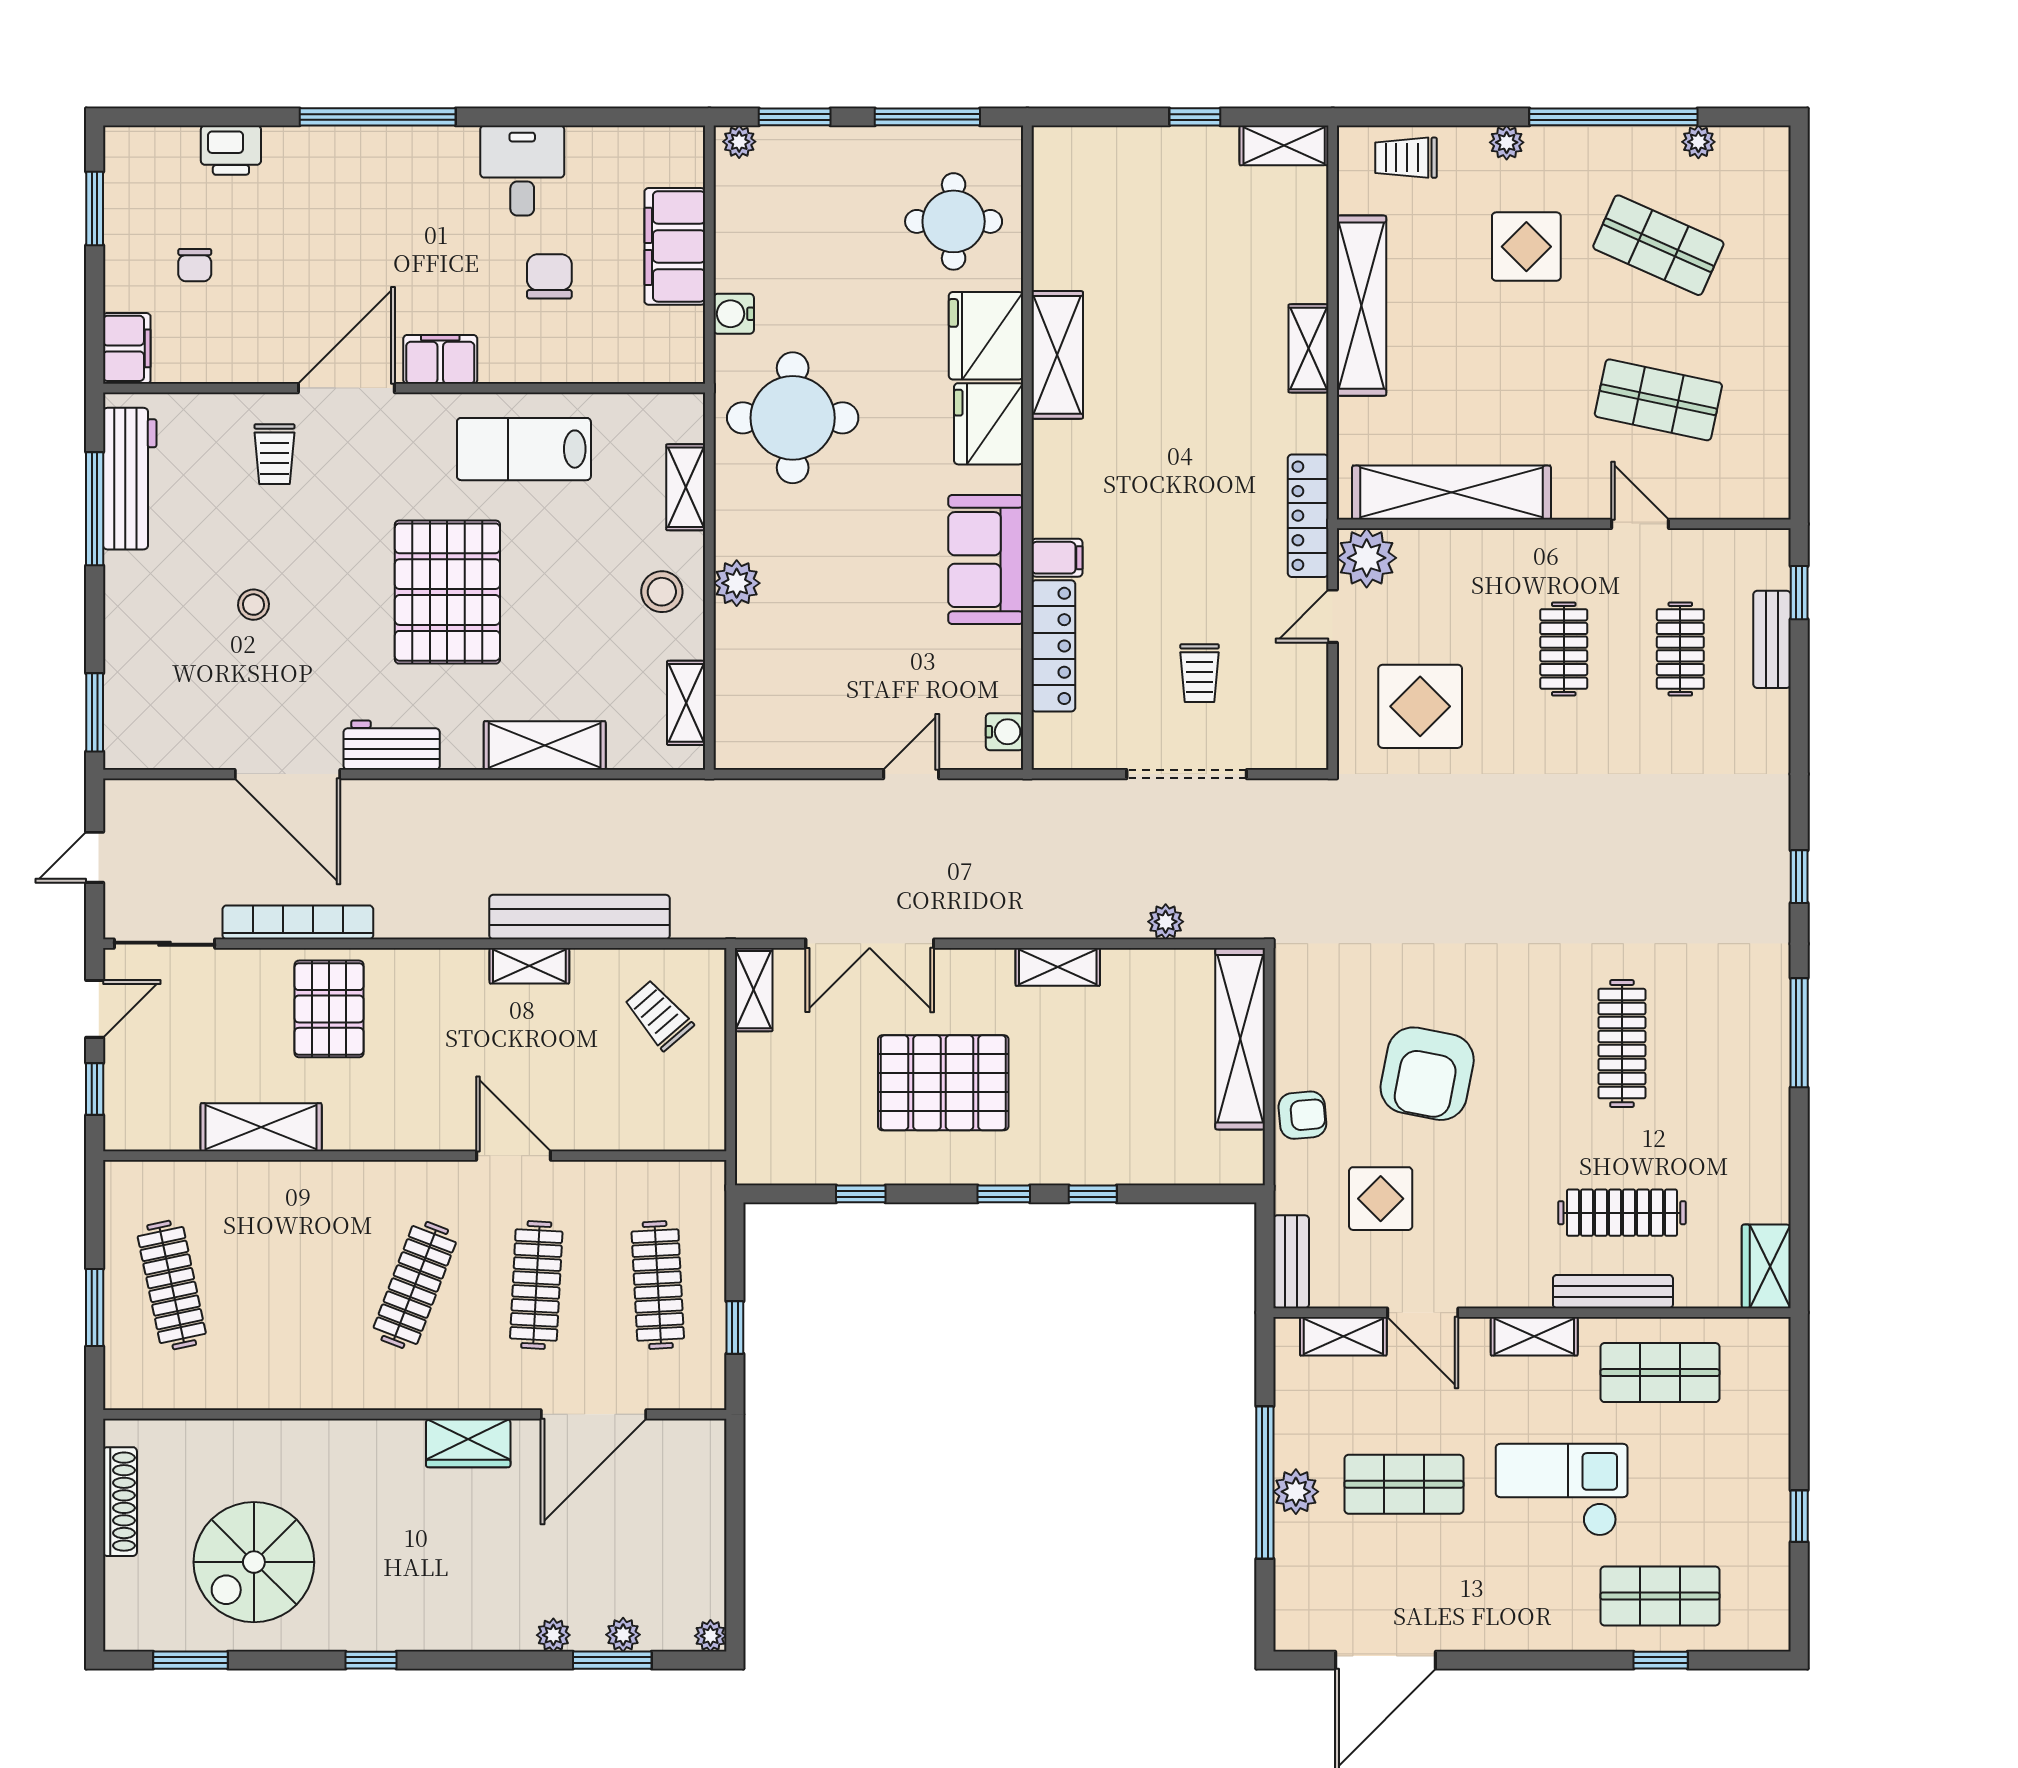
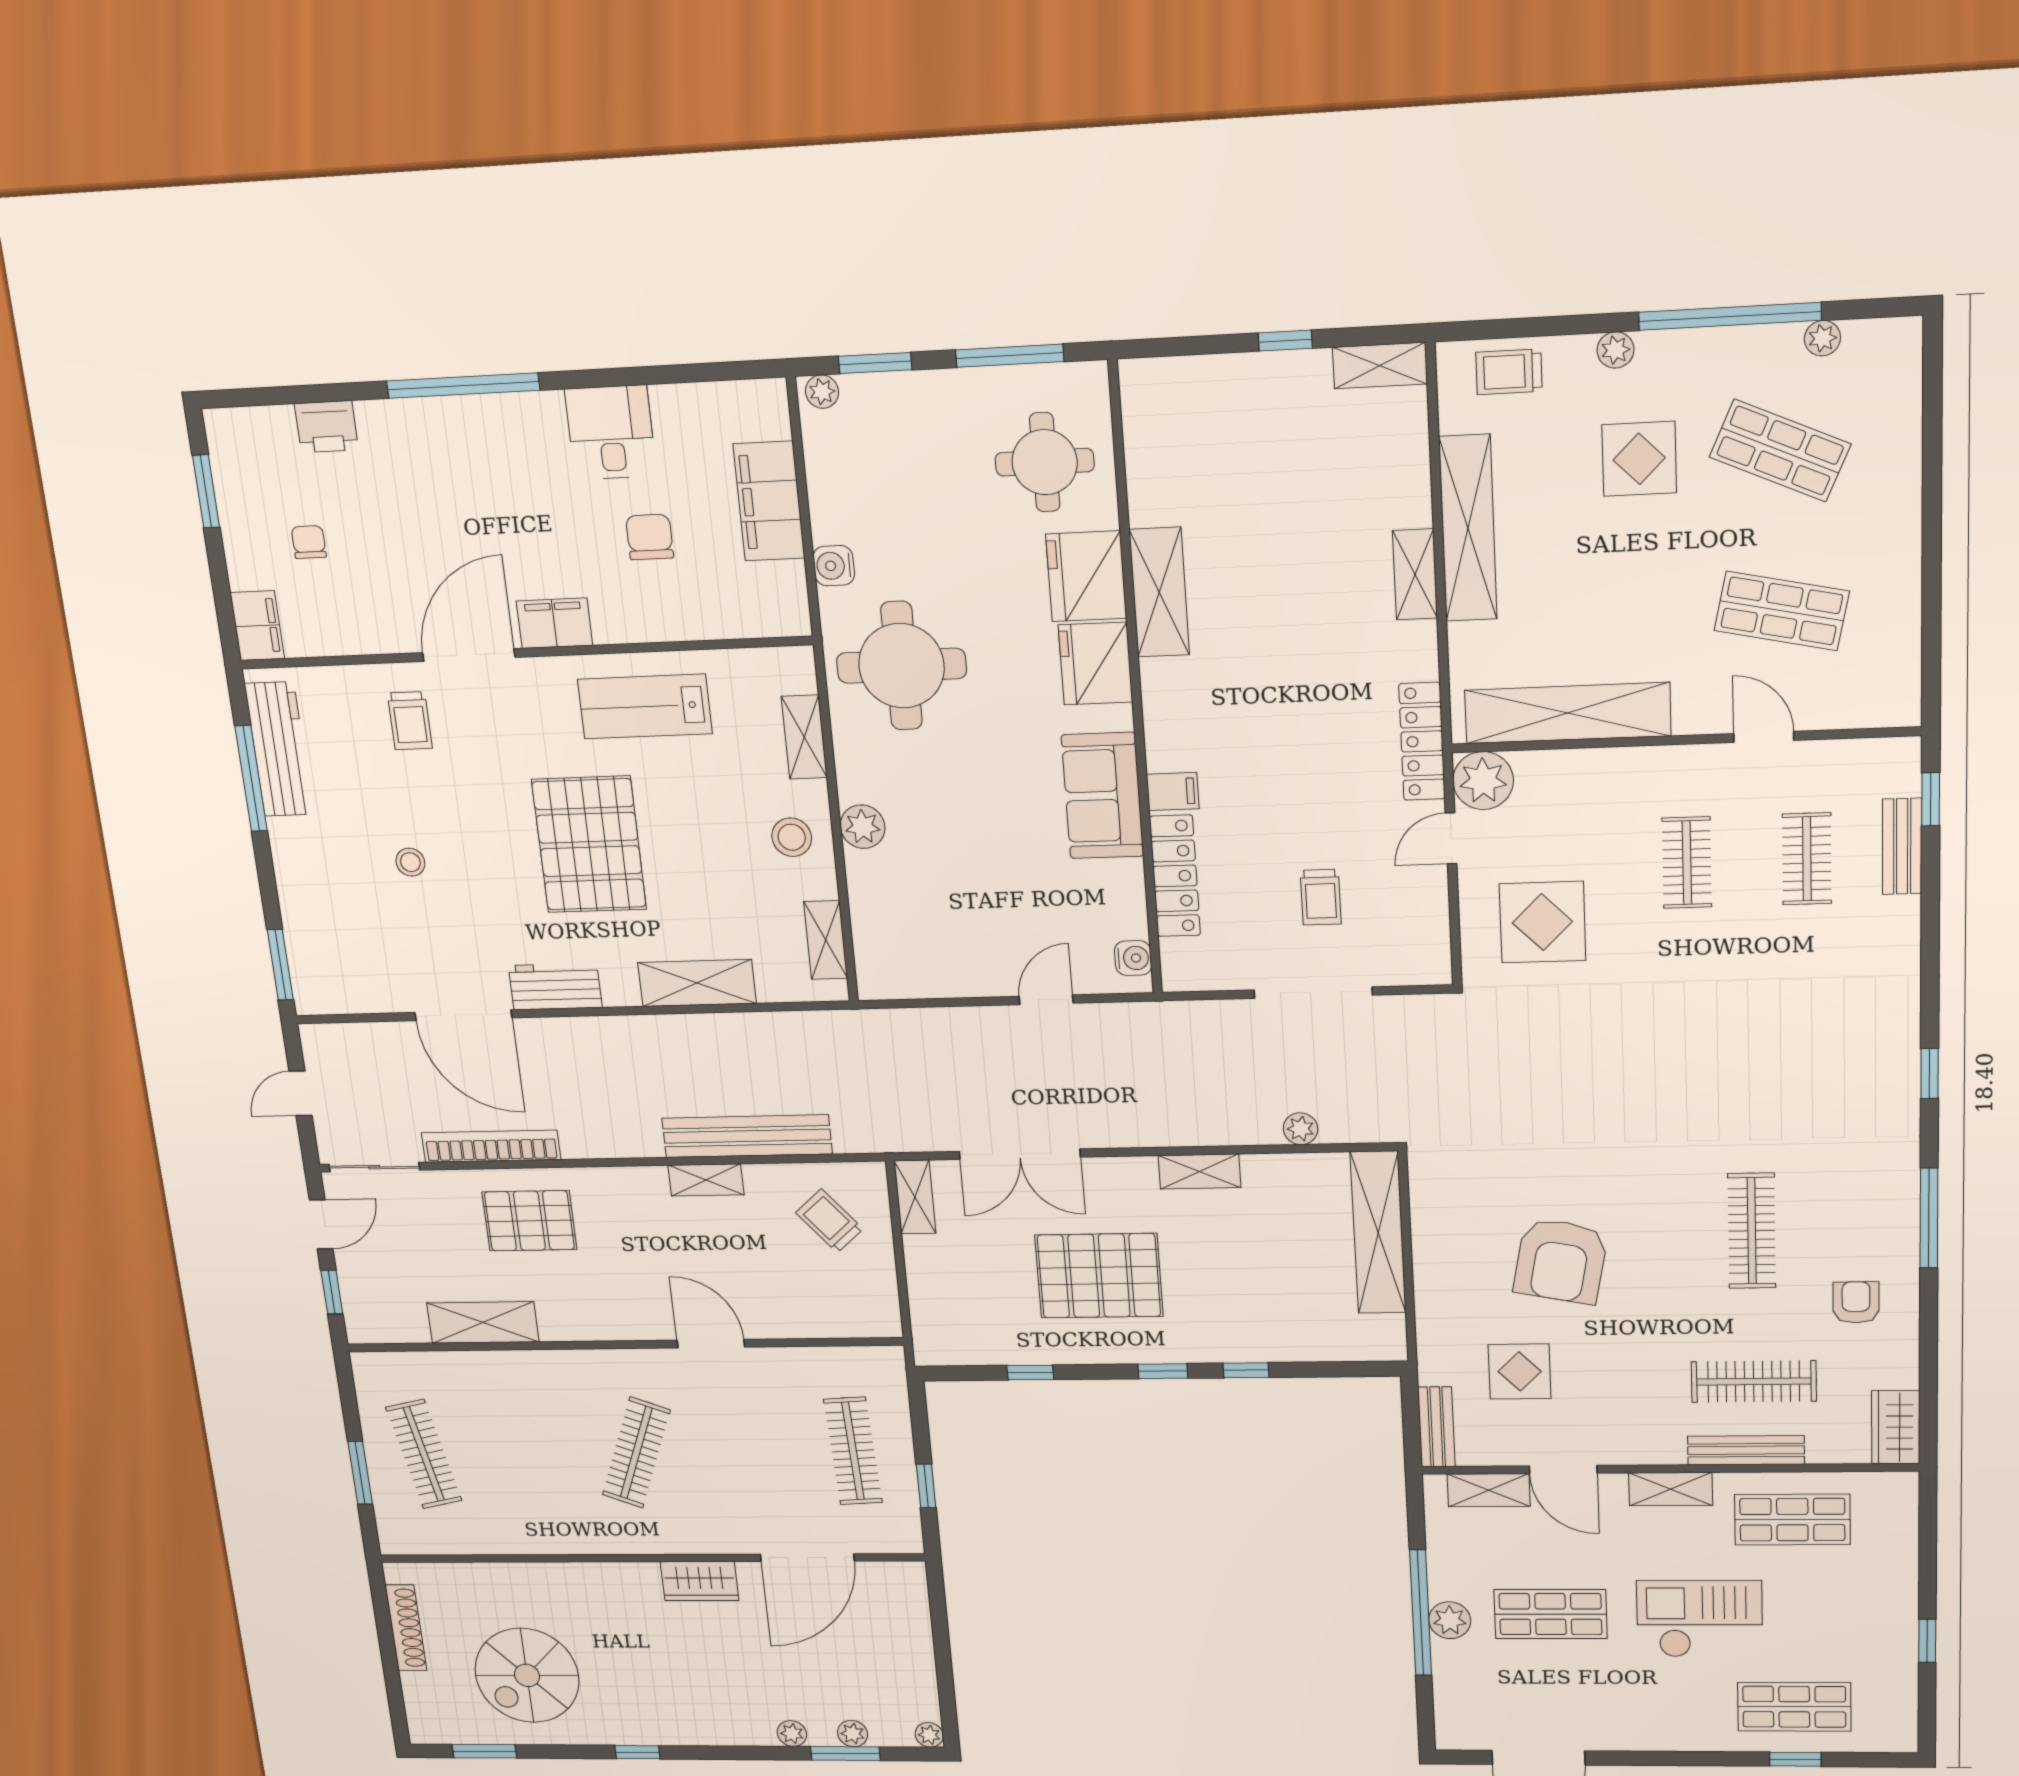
chair: (195, 265) -> (309, 542), turned 180
pallet: (329, 1009) -> (529, 1221), turned 90
armchair: (1302, 1115) -> (1856, 1302), moved, turned -85
clothes rail: (536, 1285) -> (744, 1452), removed

